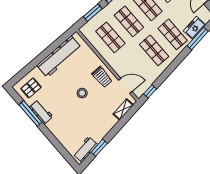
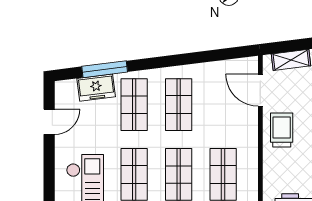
window: (150, 91) -> (233, 53), removed

